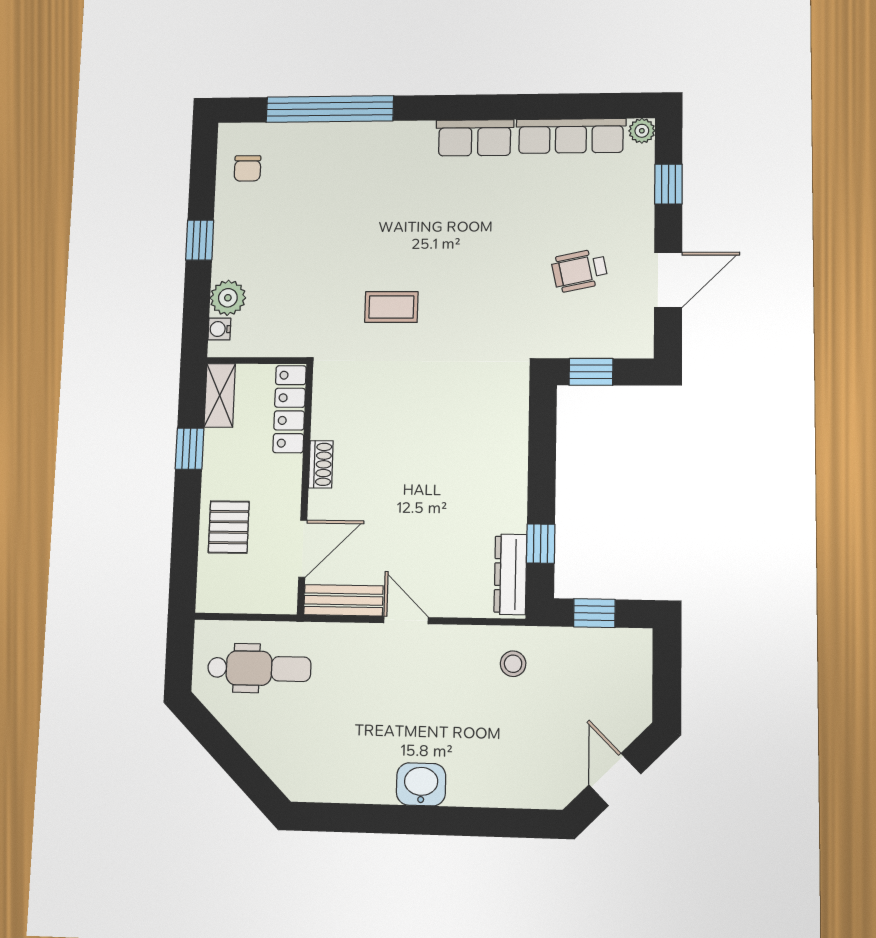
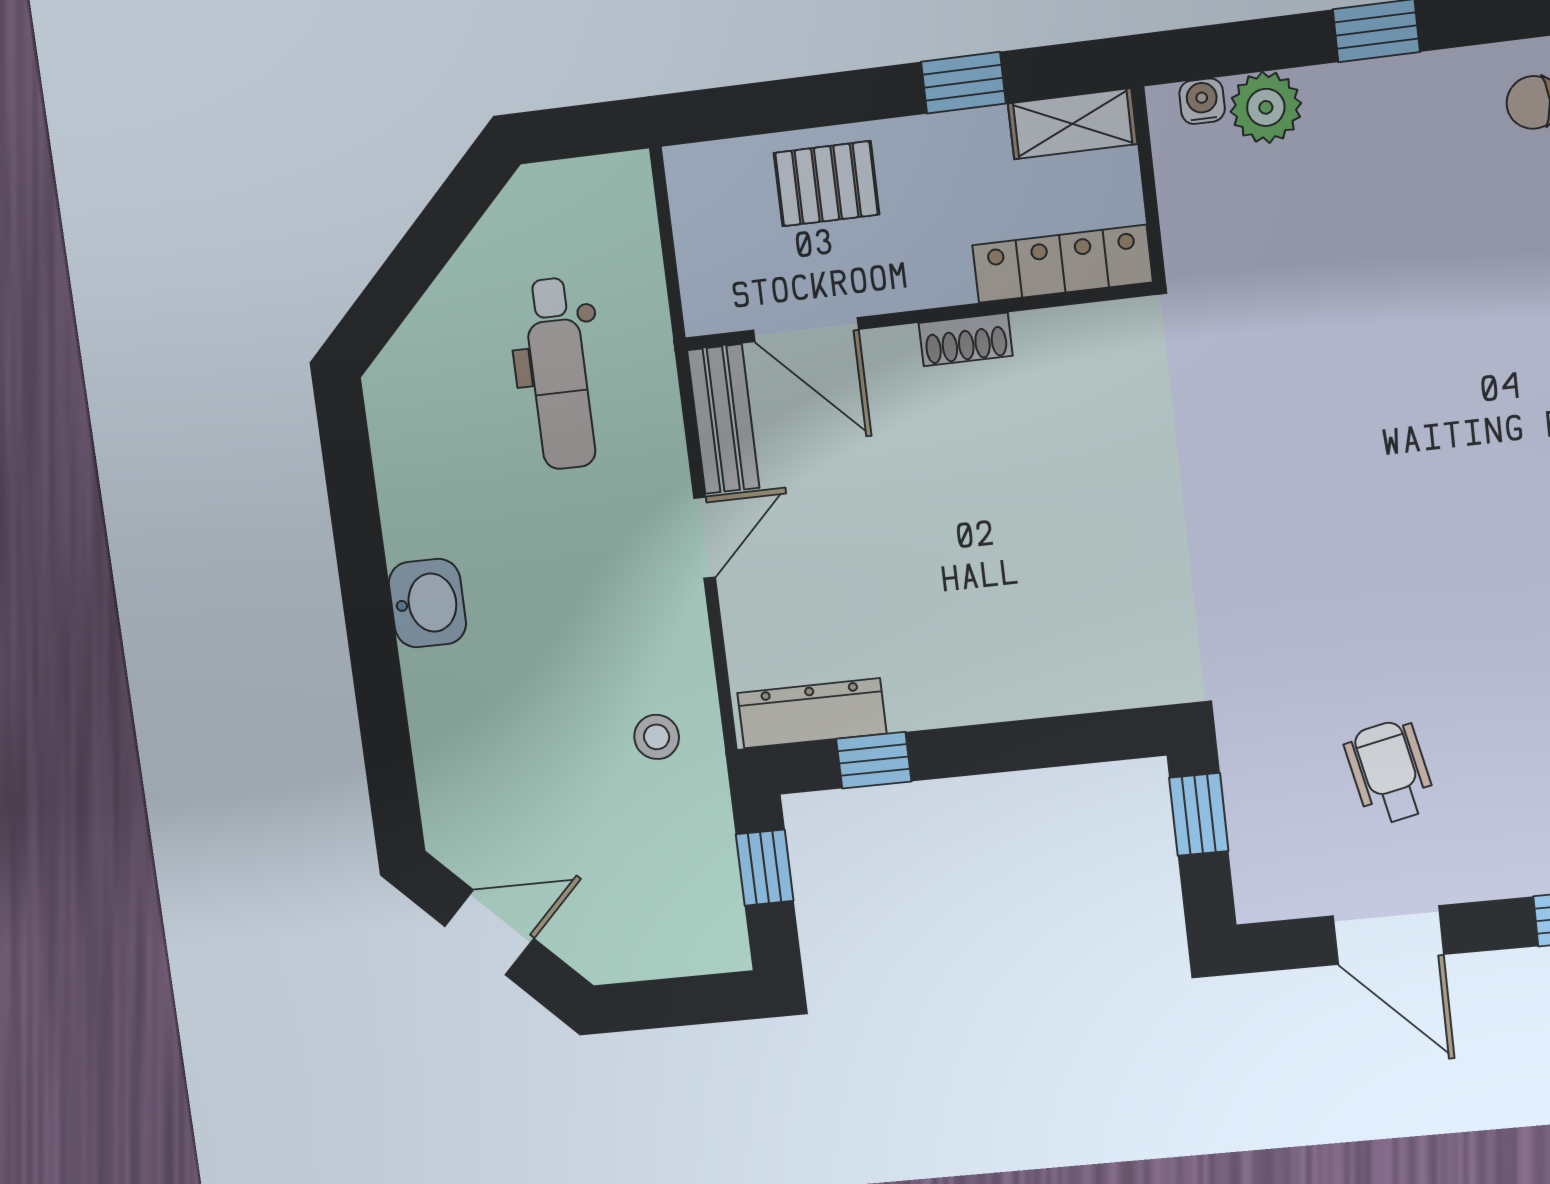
coffee table: (391, 307) -> (1282, 429), removed
dental chair: (259, 668) -> (559, 374), moved

